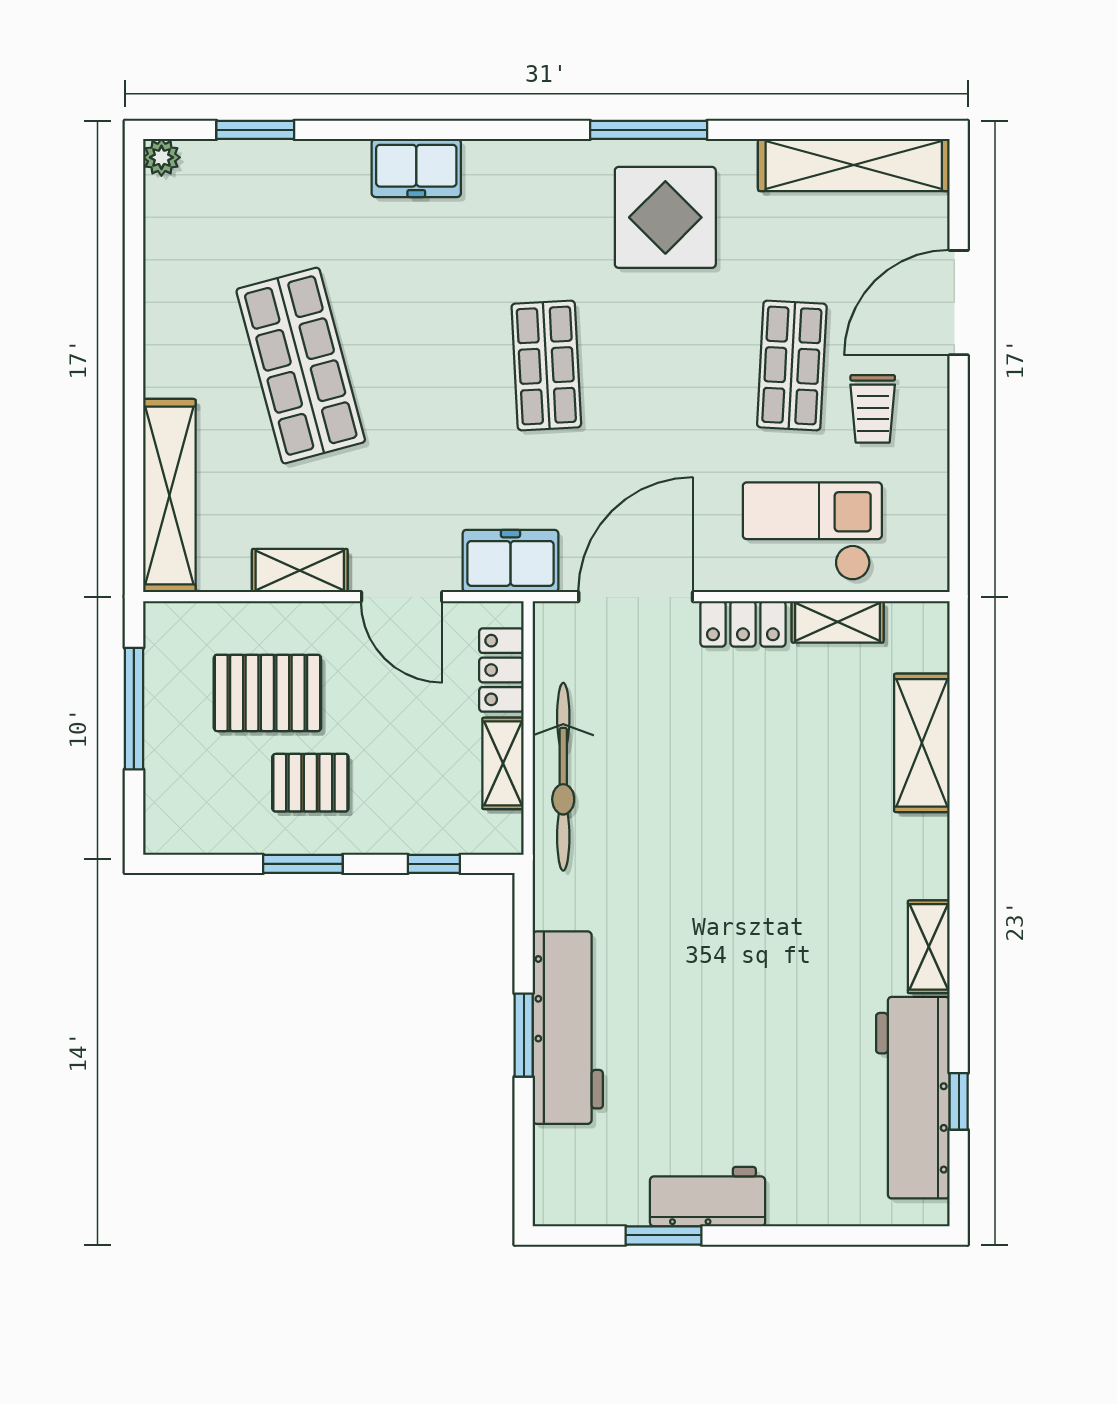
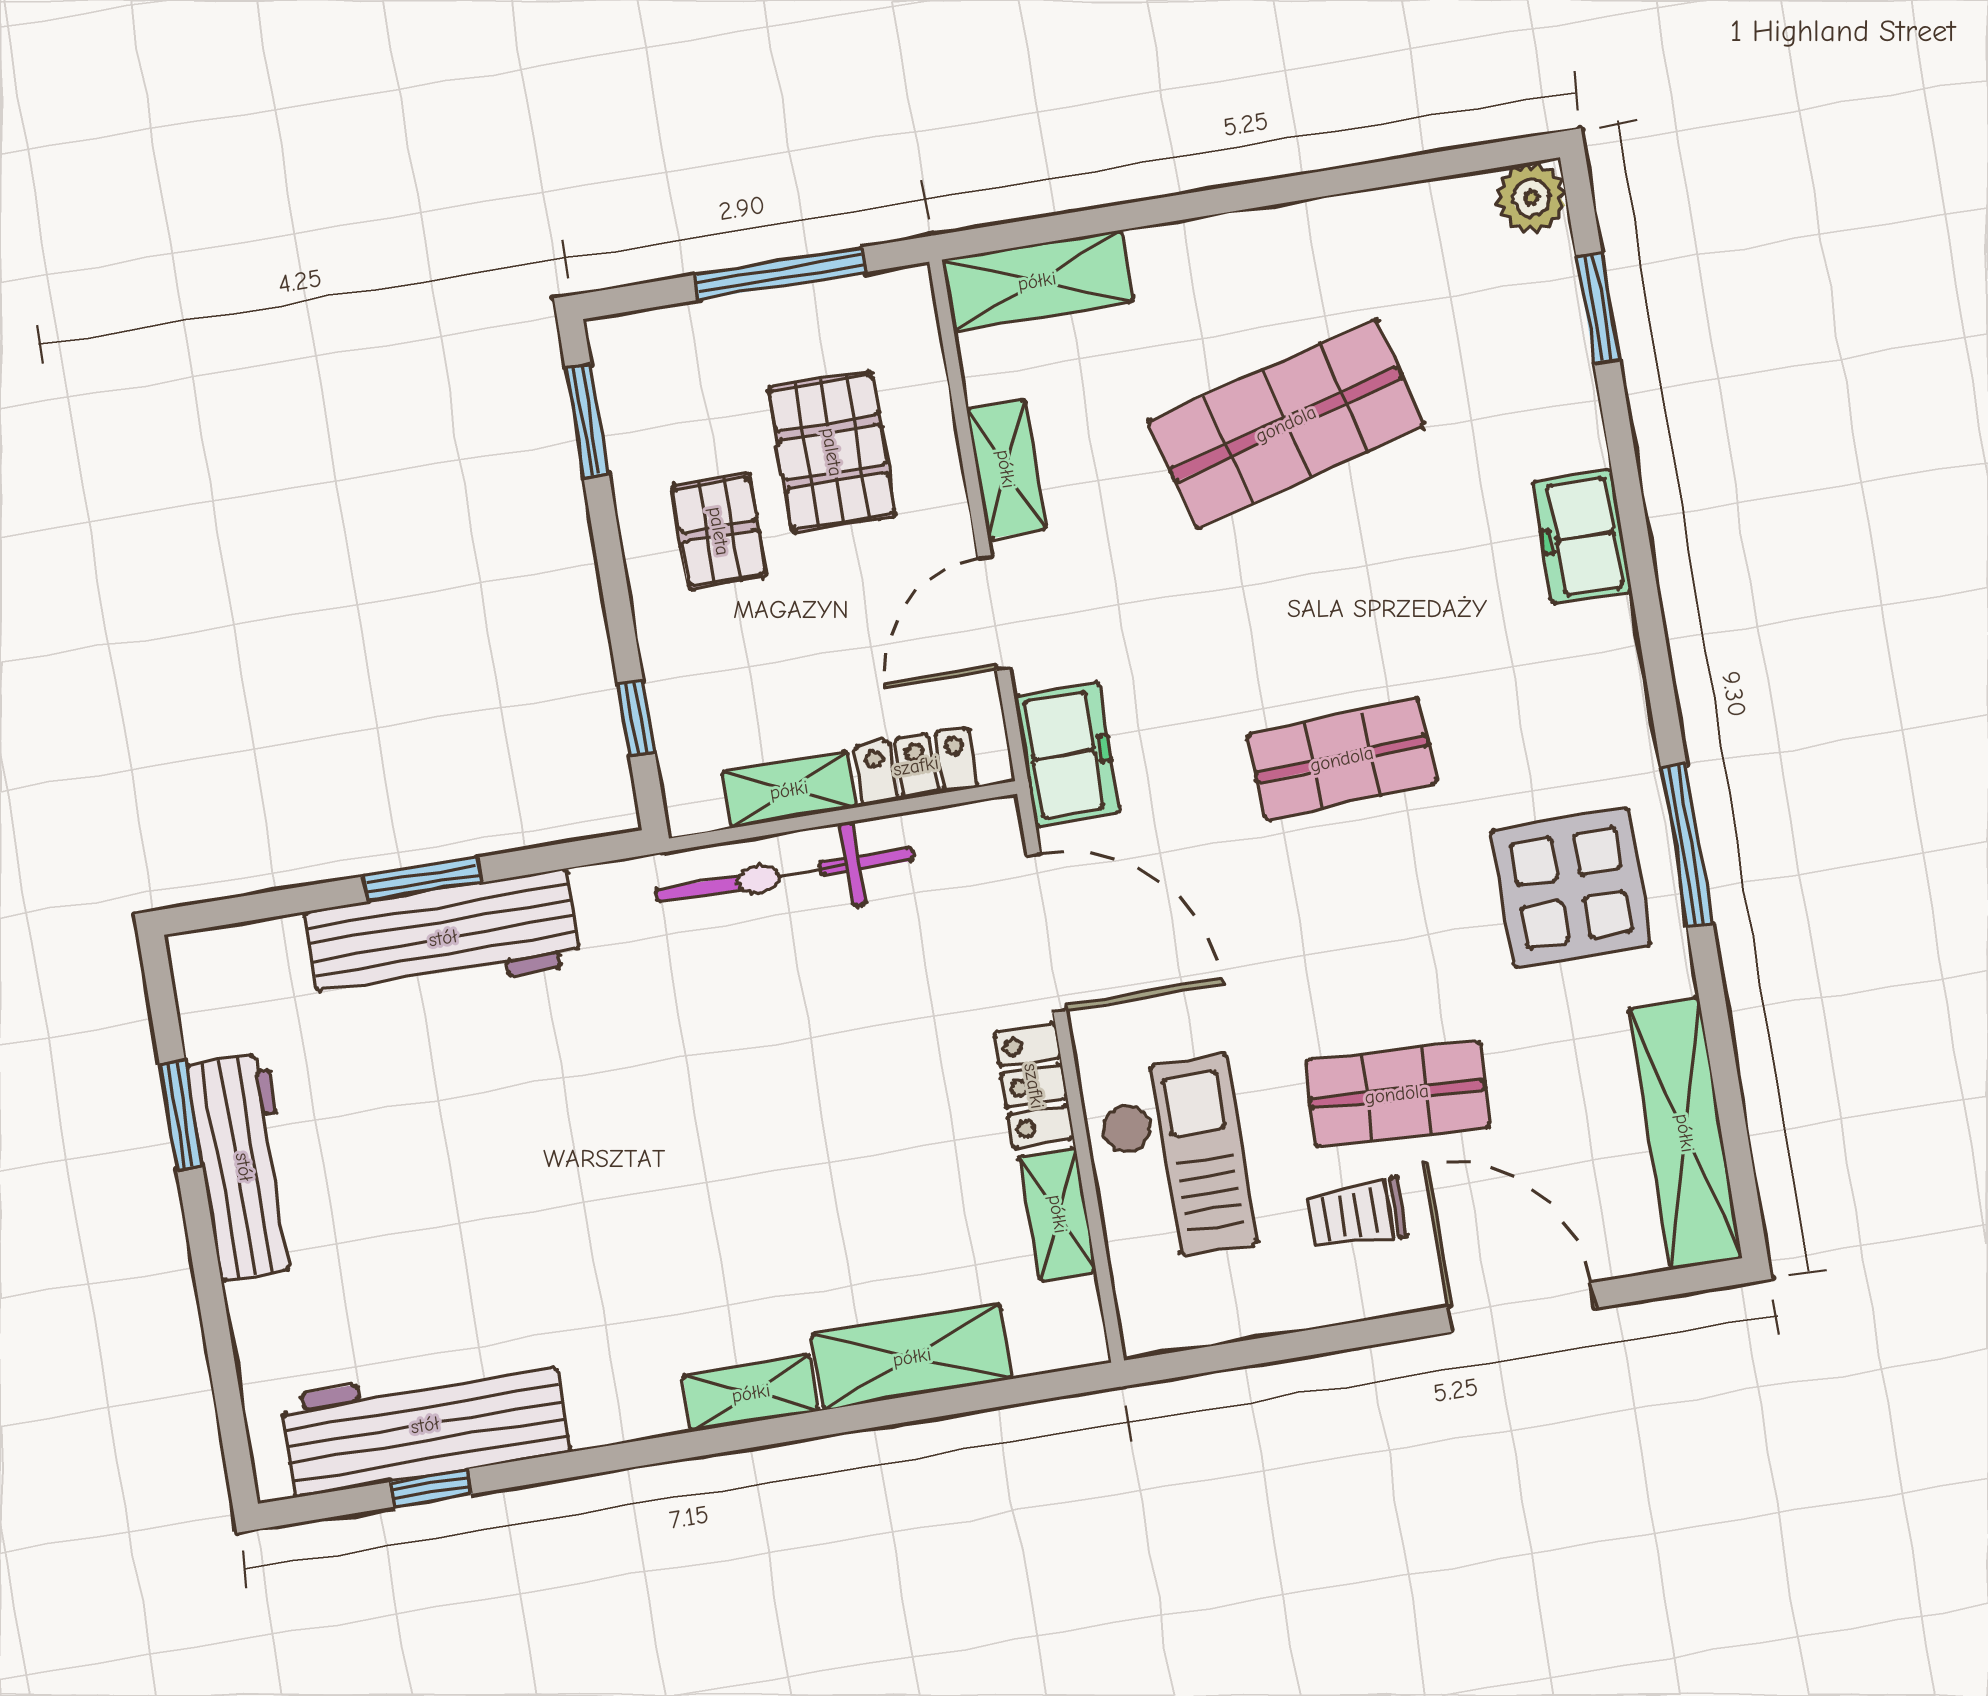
plant: (161, 157) -> (1531, 198), width x1.38, depth x1.38
shelving: (169, 495) -> (1037, 281), width x0.68
window: (303, 864) -> (587, 420), moved
shelving: (929, 947) -> (751, 1393), moved
workbench: (708, 1197) -> (244, 1167), width x1.37

